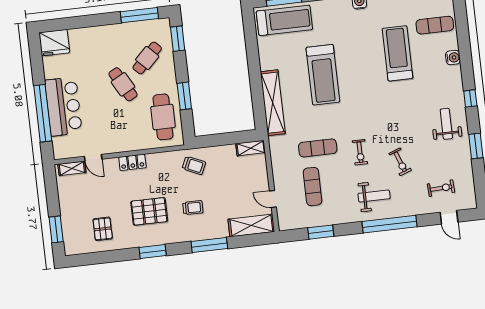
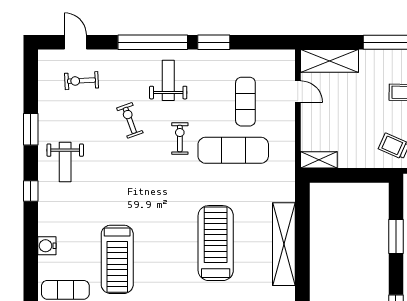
shelving: (273, 103) -> (284, 244), moved
exercise mat: (318, 148) -> (233, 150), width x1.36, depth x1.45
weight bench: (374, 196) -> (168, 80), turned 90
window: (321, 232) -> (214, 42), moved

